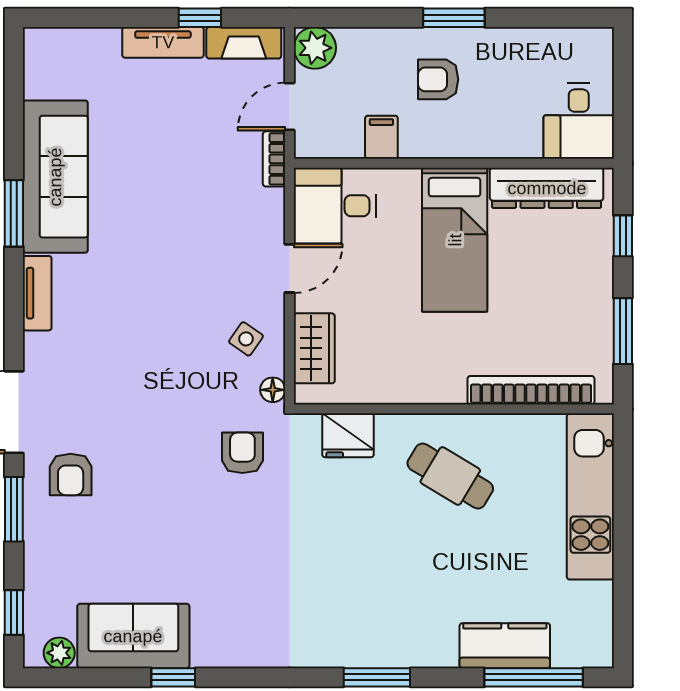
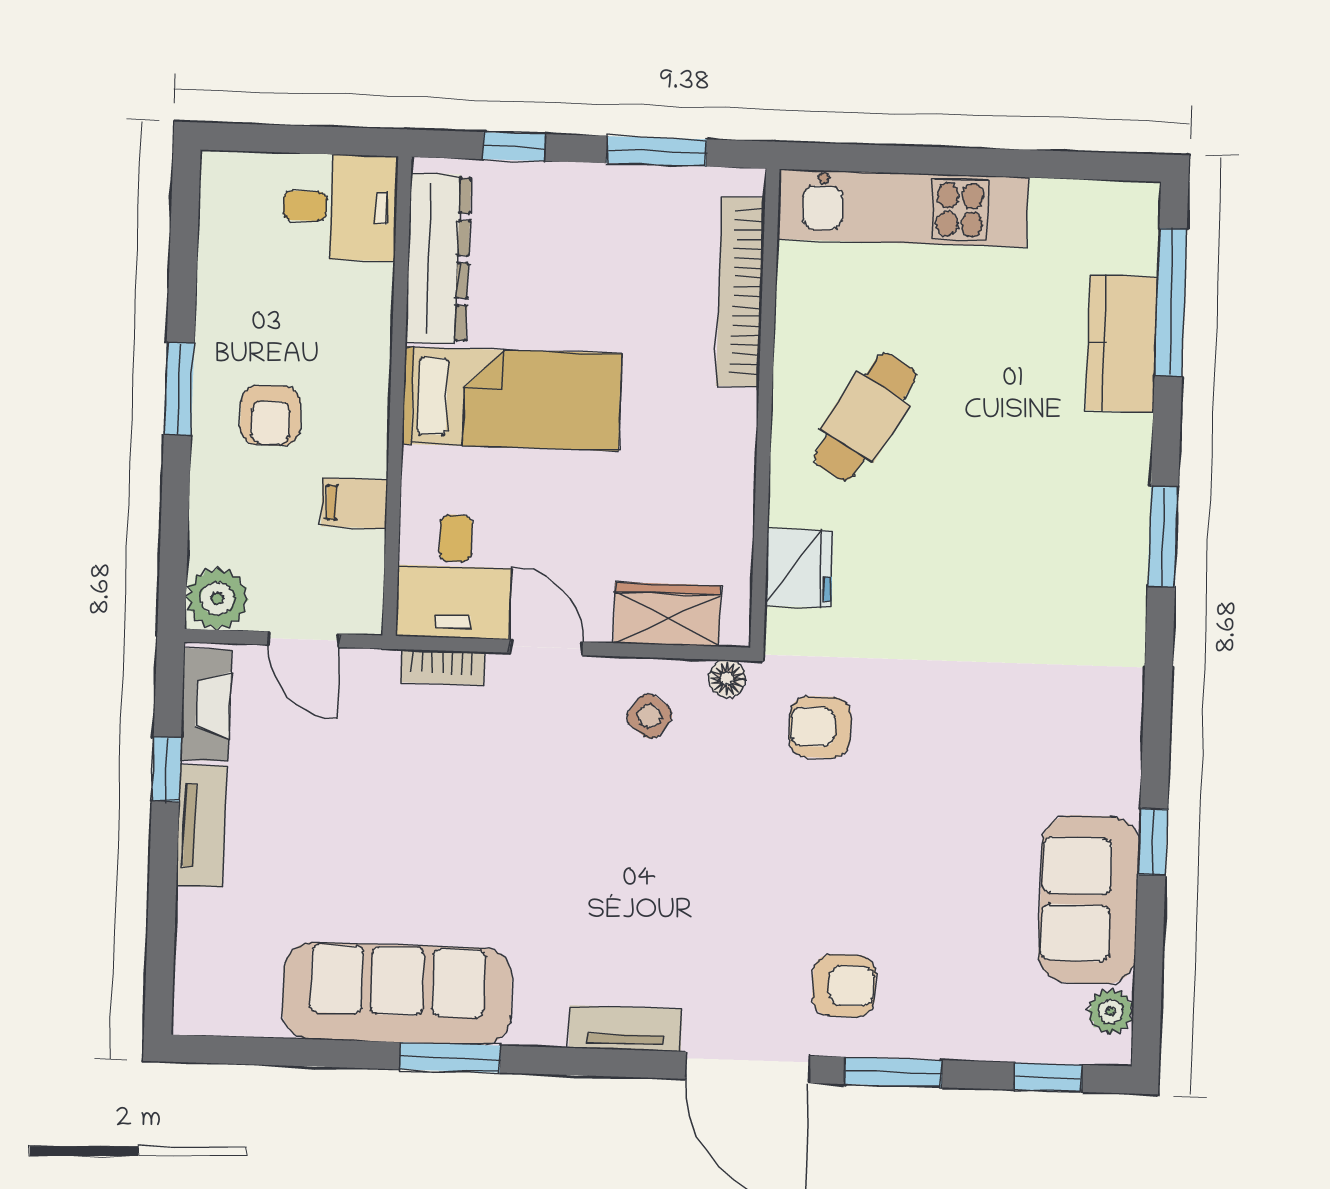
bookcase: (274, 159) -> (442, 667), moved
tv unit: (37, 293) -> (625, 1028), moved

